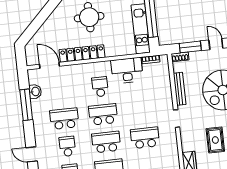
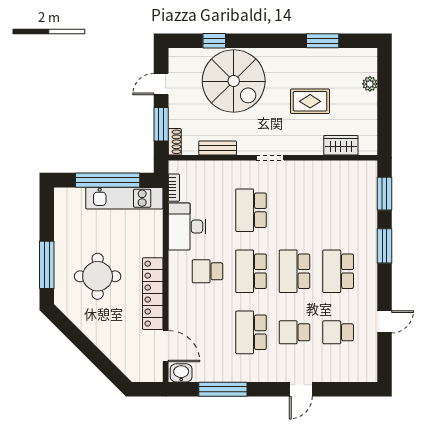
door: (50, 65) -> (166, 346), swing flipped
bench: (180, 89) -> (218, 148), width x0.73
washbasin: (35, 91) -> (181, 373), moved
school desk: (145, 138) -> (251, 210), moved

